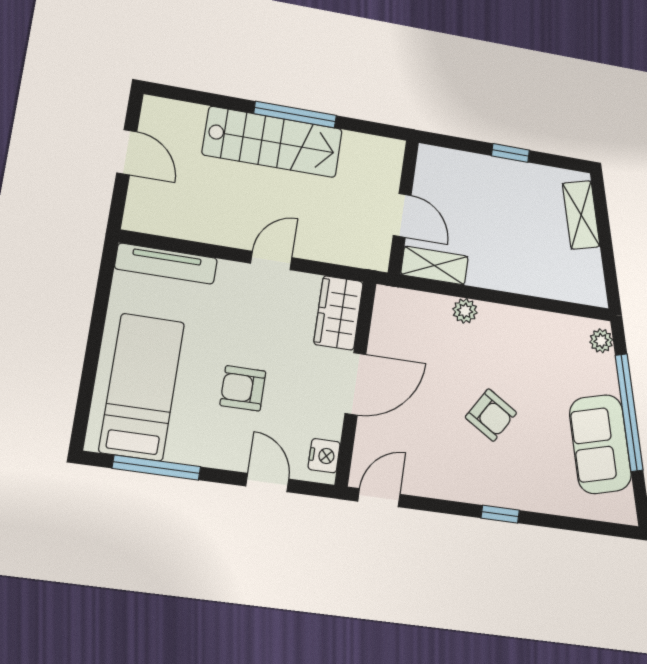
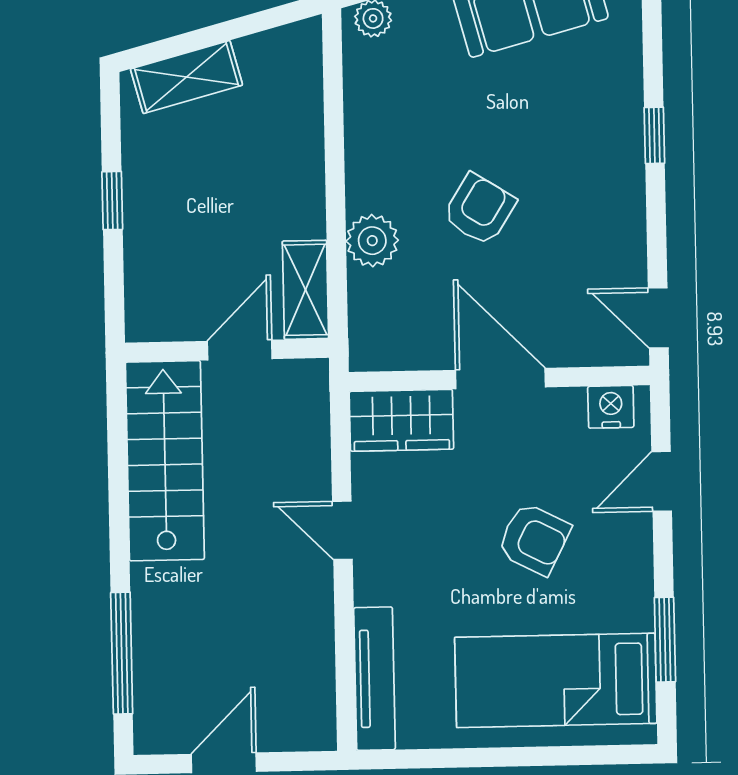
window: (295, 115) -> (122, 653), moved
stairs: (272, 142) -> (165, 461), moved
plant: (465, 311) -> (372, 241), width x1.38, depth x1.38
armchair: (243, 388) -> (534, 539), turned -63
armchair: (491, 415) -> (479, 209), moved
window: (156, 468) -> (665, 640), width x0.69

